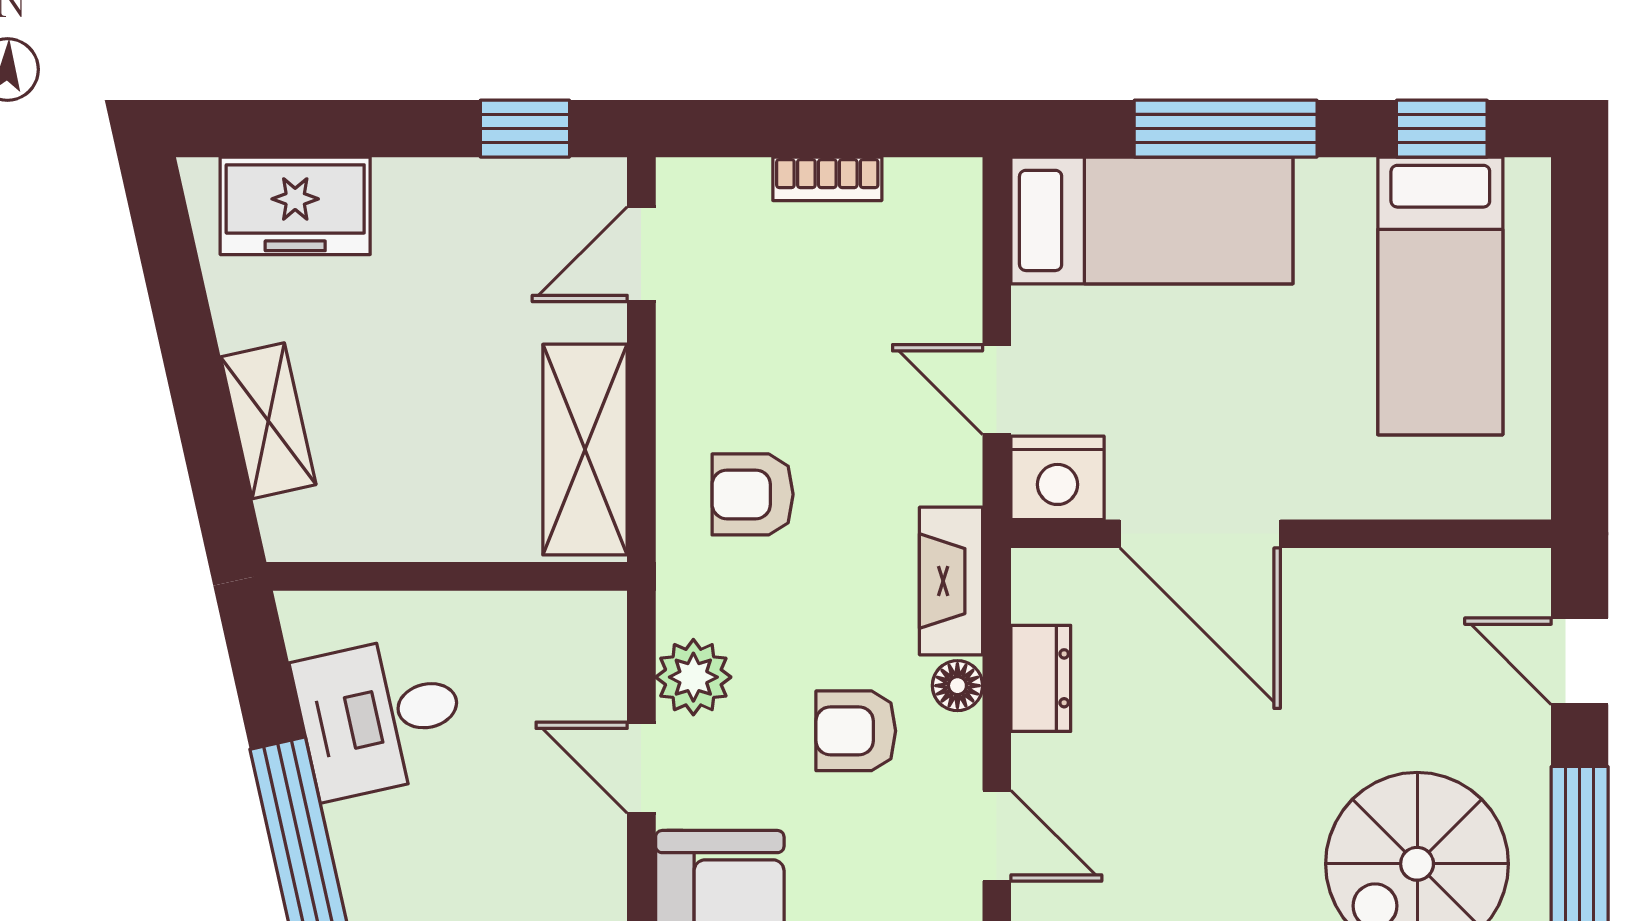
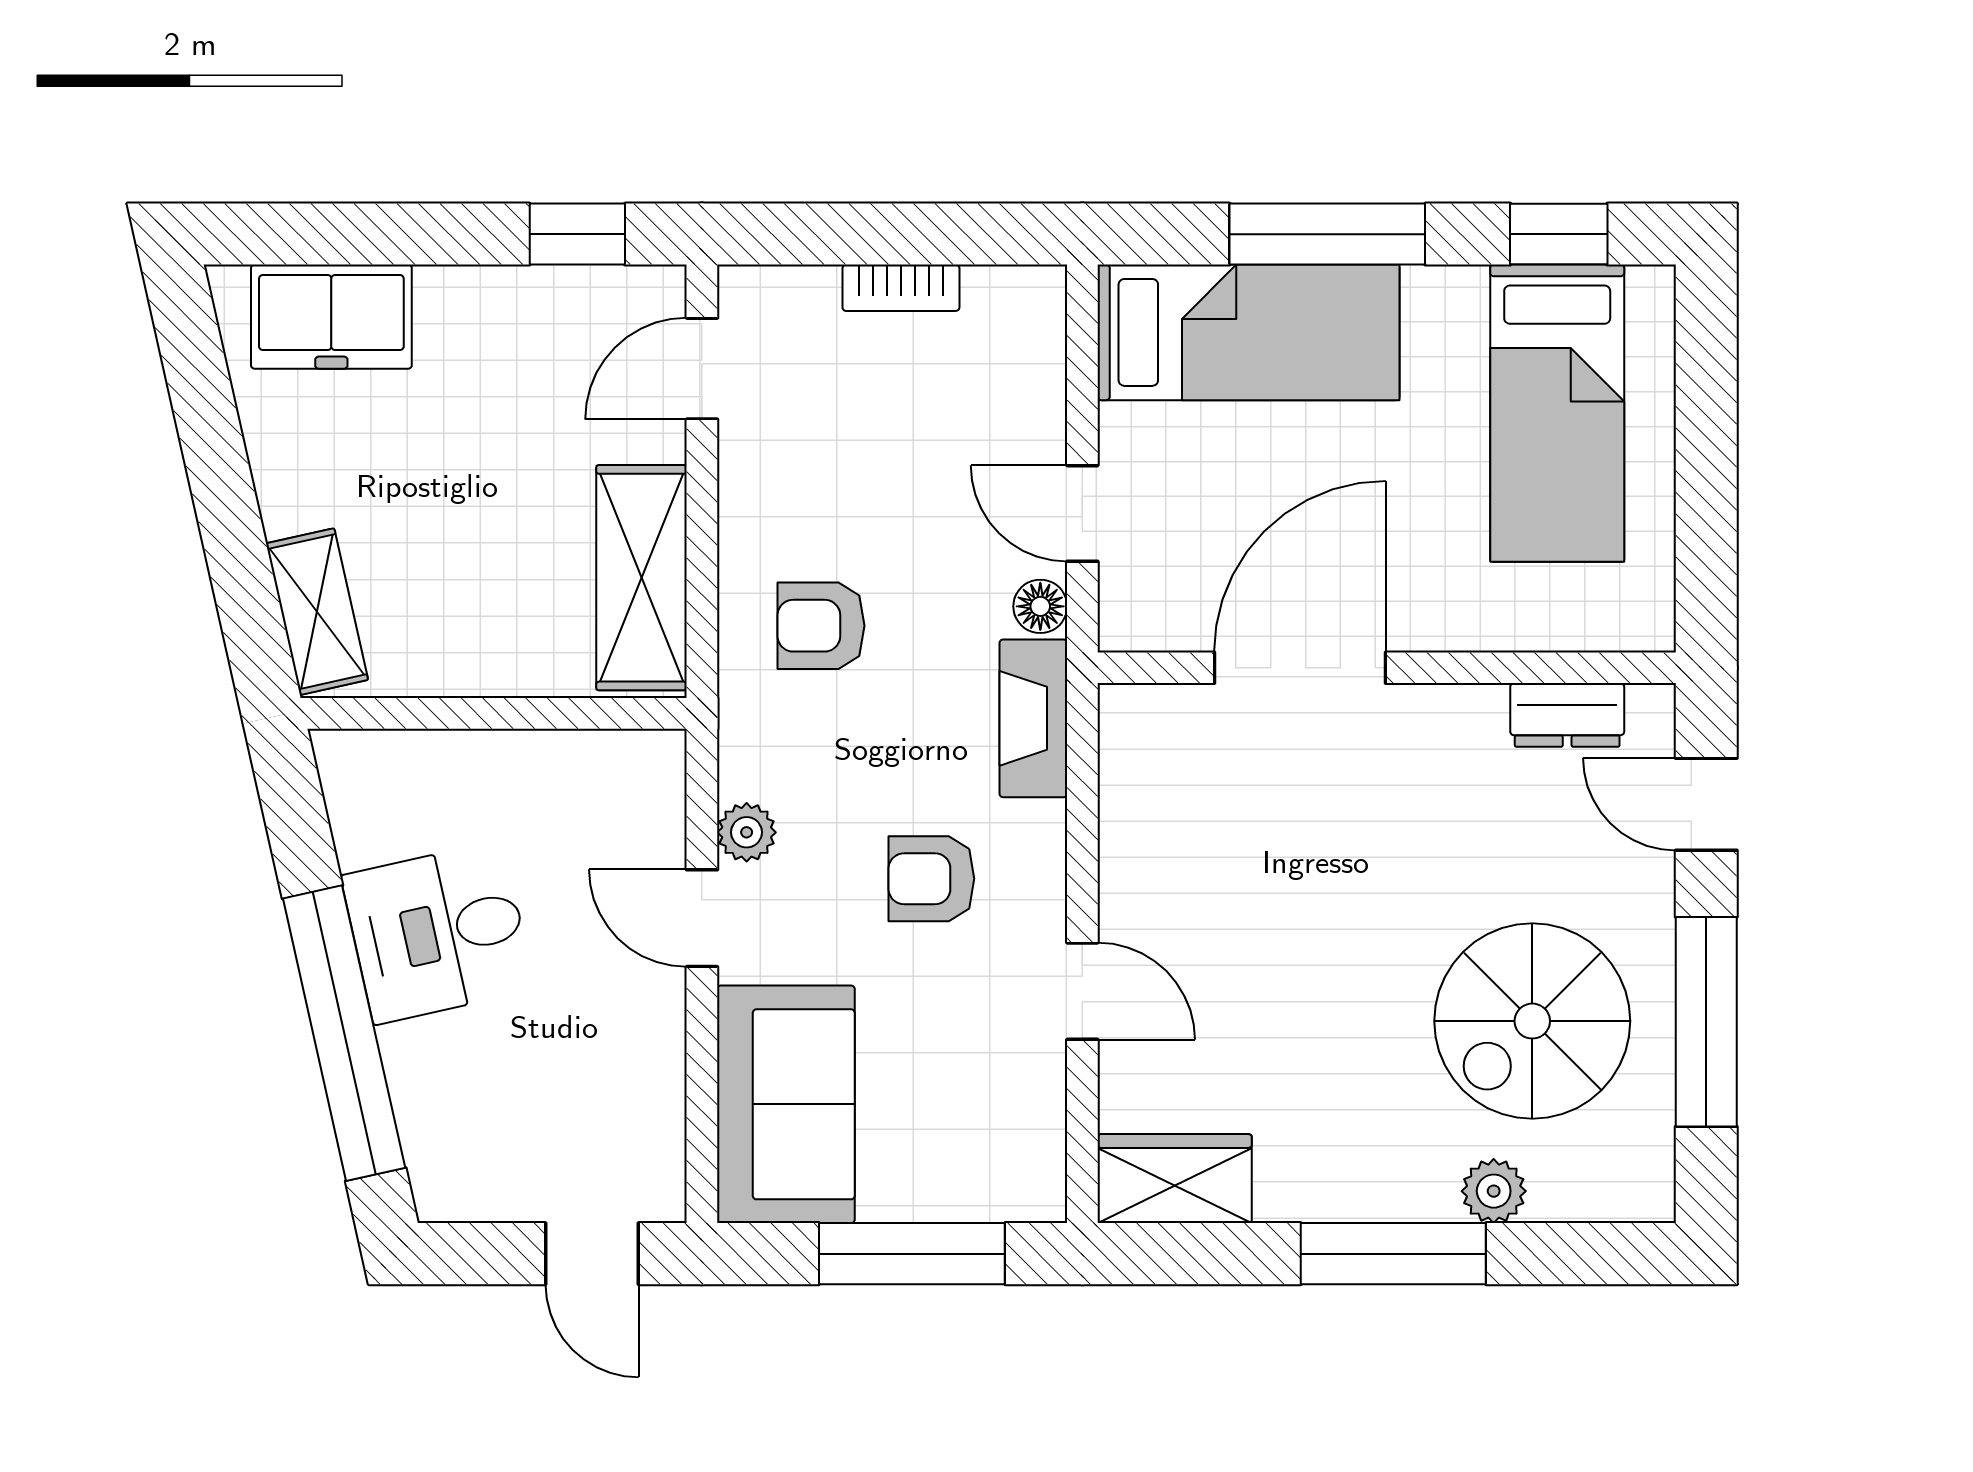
shelving: (268, 421) -> (317, 612), moved
nightstand: (1058, 478) -> (1147, 608), removed
door: (1200, 534) -> (1300, 668), swing flipped
plant: (693, 677) -> (747, 832), width x0.73, depth x0.73
dresser: (1041, 678) -> (1567, 715), moved, turned 90
floor lamp: (957, 686) -> (1040, 606), moved
desk: (380, 716) -> (438, 933), moved

